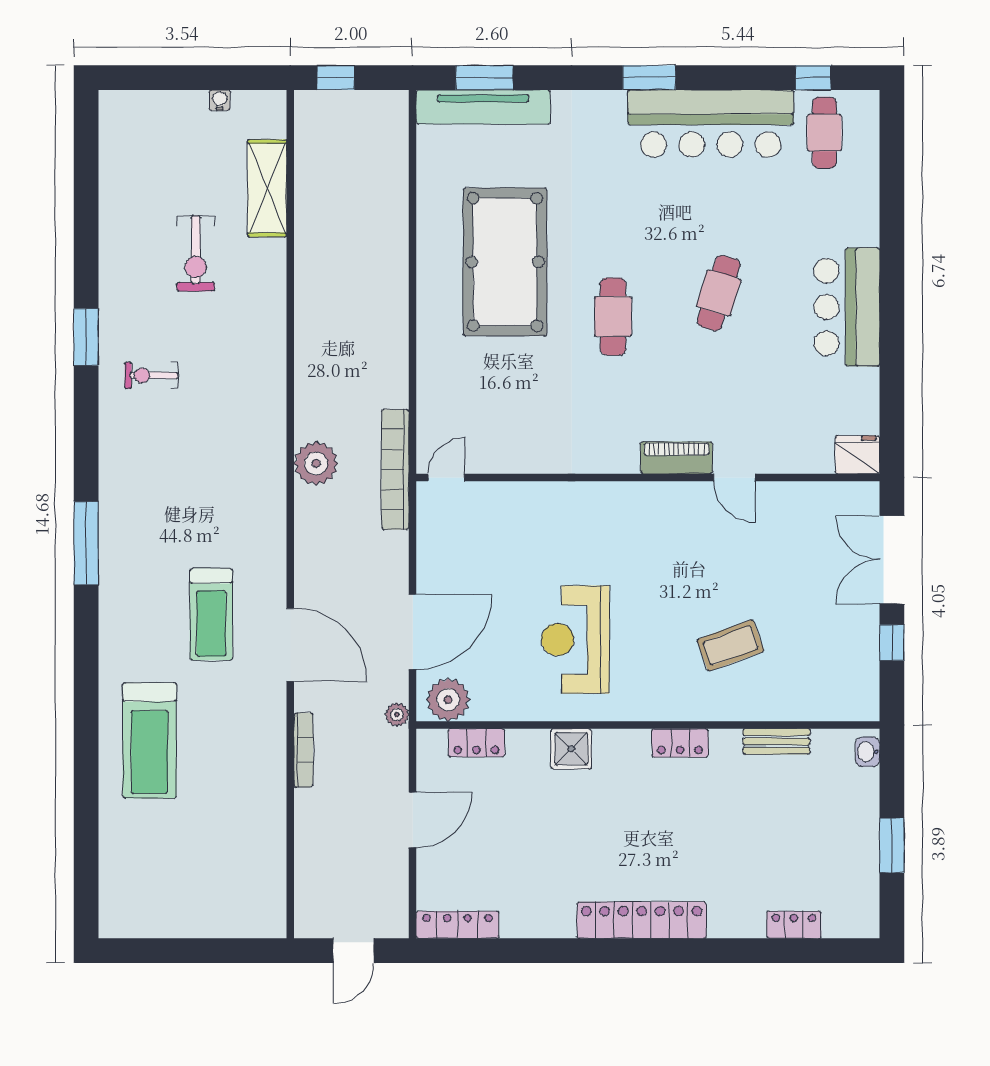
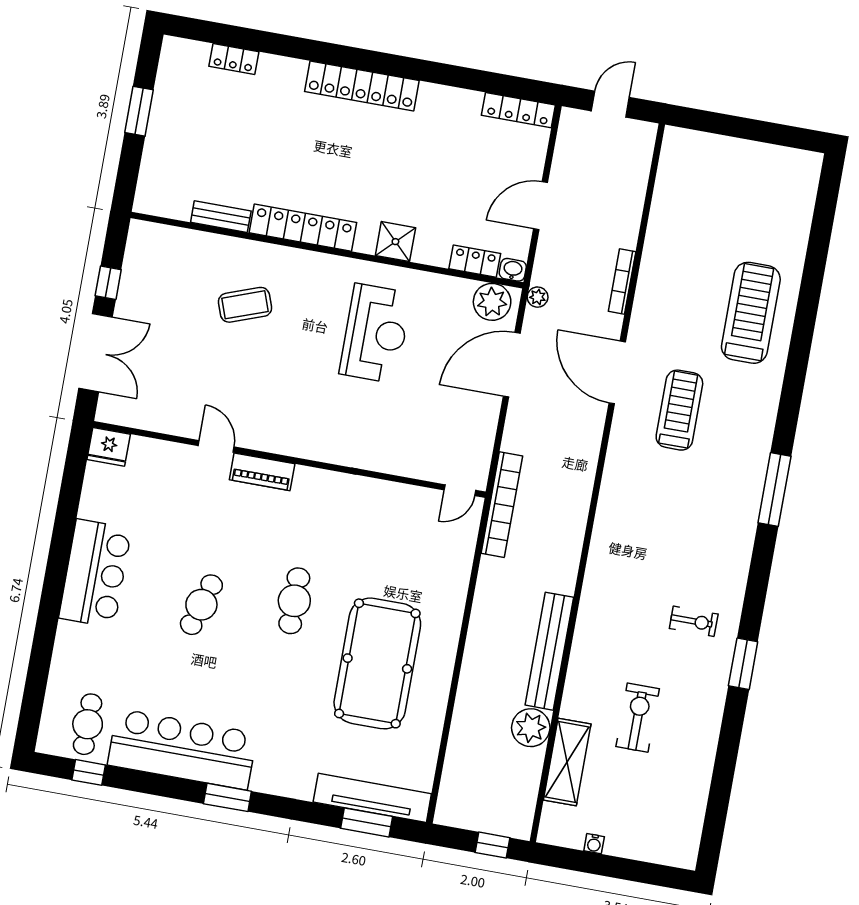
bench: (311, 311) -> (549, 651), added
plant: (316, 463) -> (531, 728), moved
locker: (680, 743) -> (303, 228), width x2.16, depth x1.21
washbasin: (868, 752) -> (513, 270), moved, turned -90

